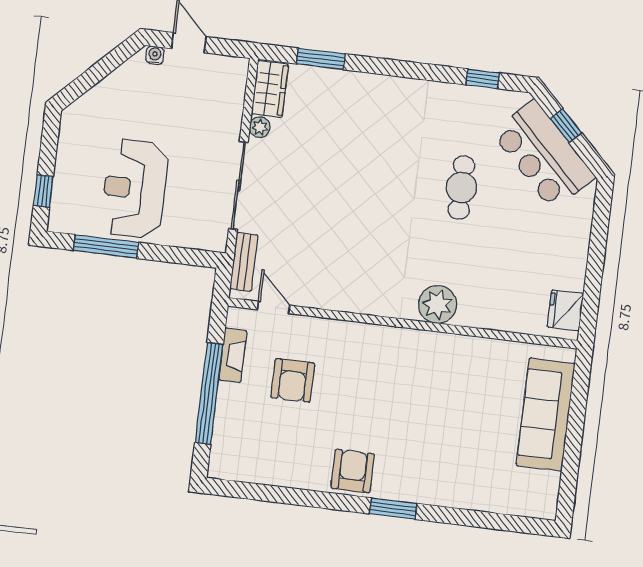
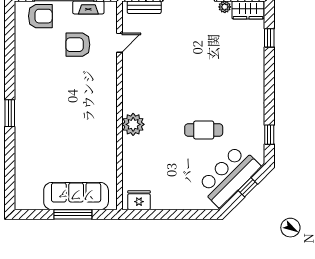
window: (321, 59) -> (269, 38), width x0.67
door: (274, 307) -> (120, 43), moved
window: (576, 424) -> (73, 214), added
armchair: (353, 471) -> (40, 16), moved

